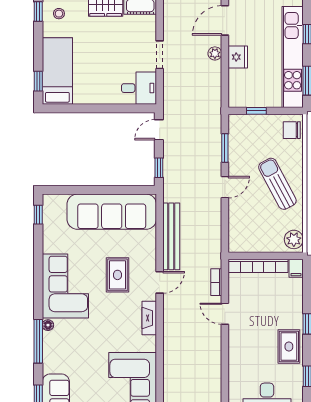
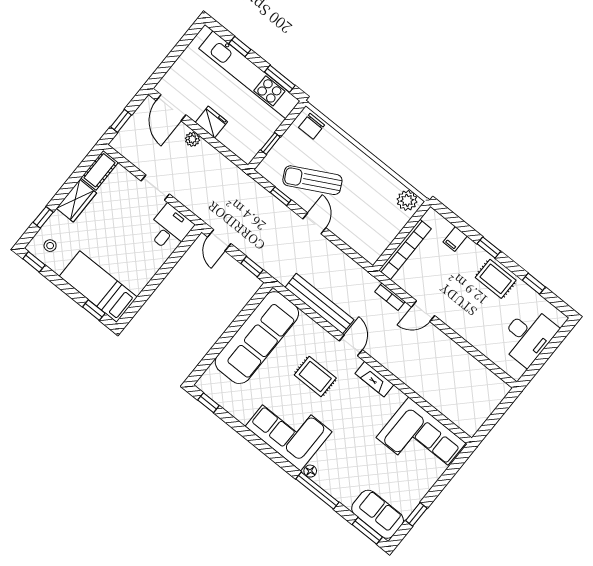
window: (225, 148) -> (281, 196), width x0.67
sun lounger: (277, 184) -> (312, 180), moved
filing cabinet: (296, 268) -> (455, 239), moved, turned 90

